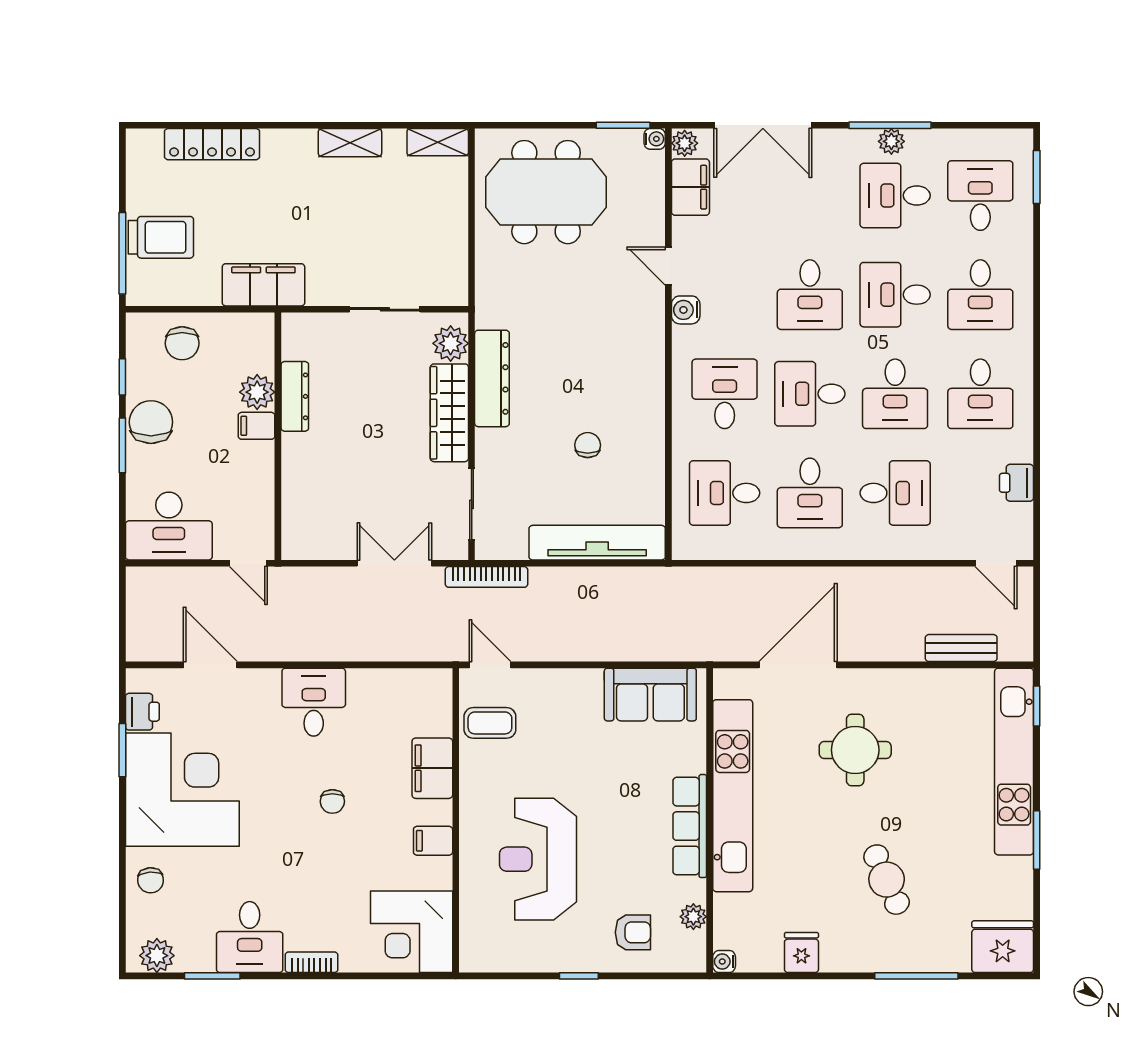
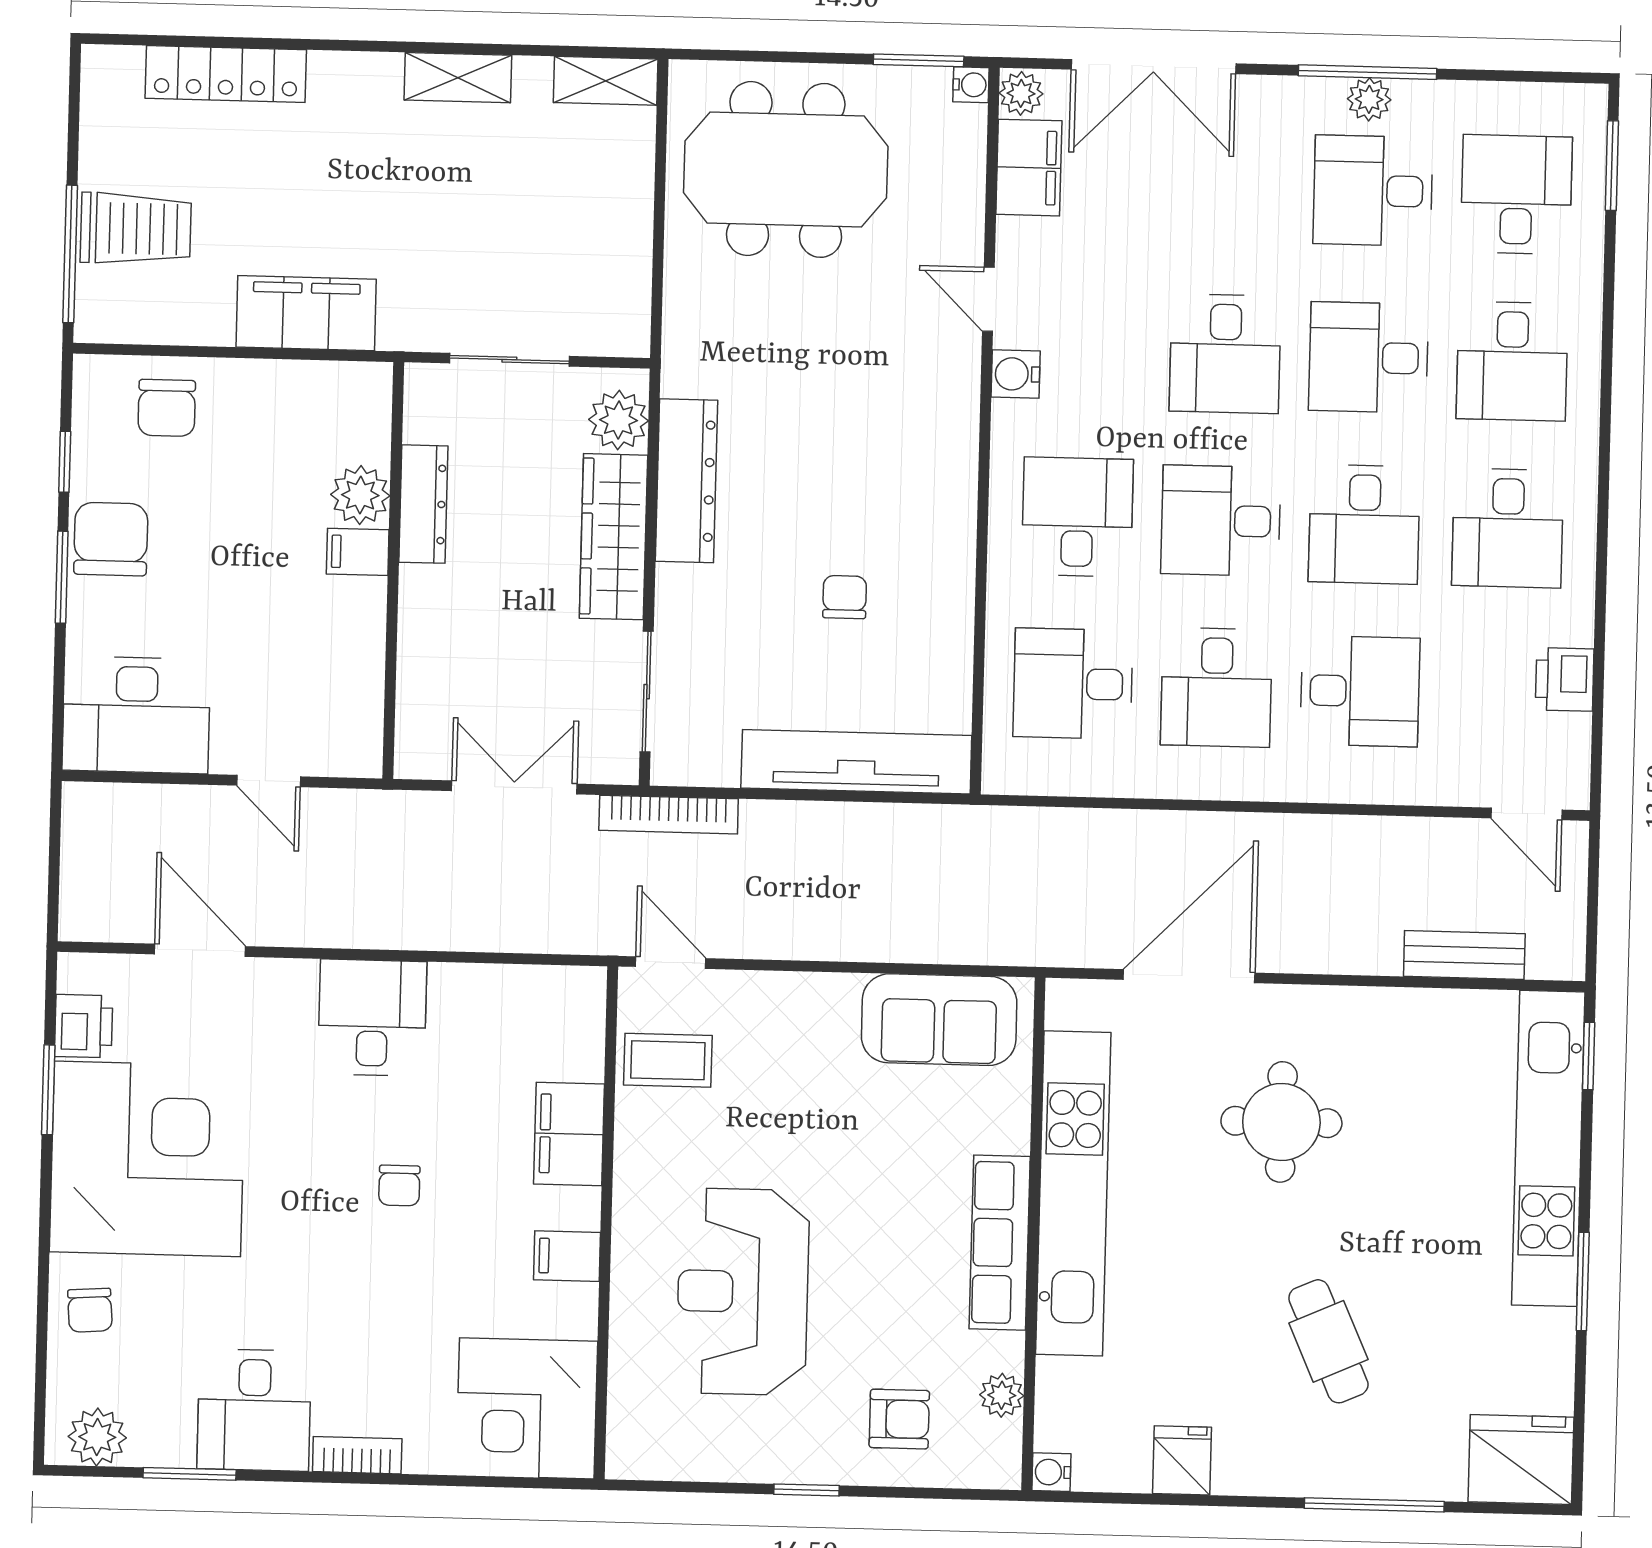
plant: (257, 392) -> (360, 495), moved
dresser: (295, 396) -> (423, 504), moved
filing cabinet: (257, 426) -> (358, 552), moved
wall: (278, 436) -> (393, 570), moved

